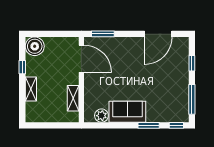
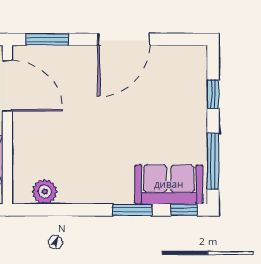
door: (158, 34) -> (124, 39), moved
sofa: (127, 112) -> (169, 184), moved

